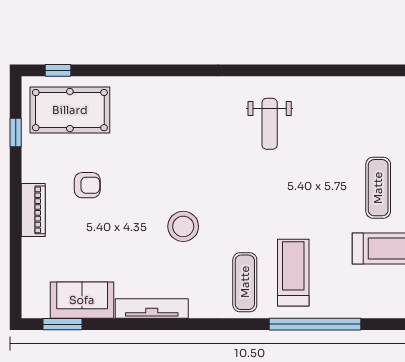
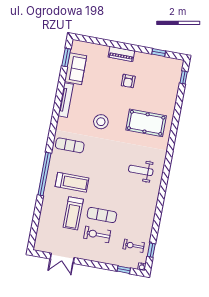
pool table: (70, 110) -> (146, 123), moved, turned 90
treadmill: (293, 273) -> (72, 182), moved

